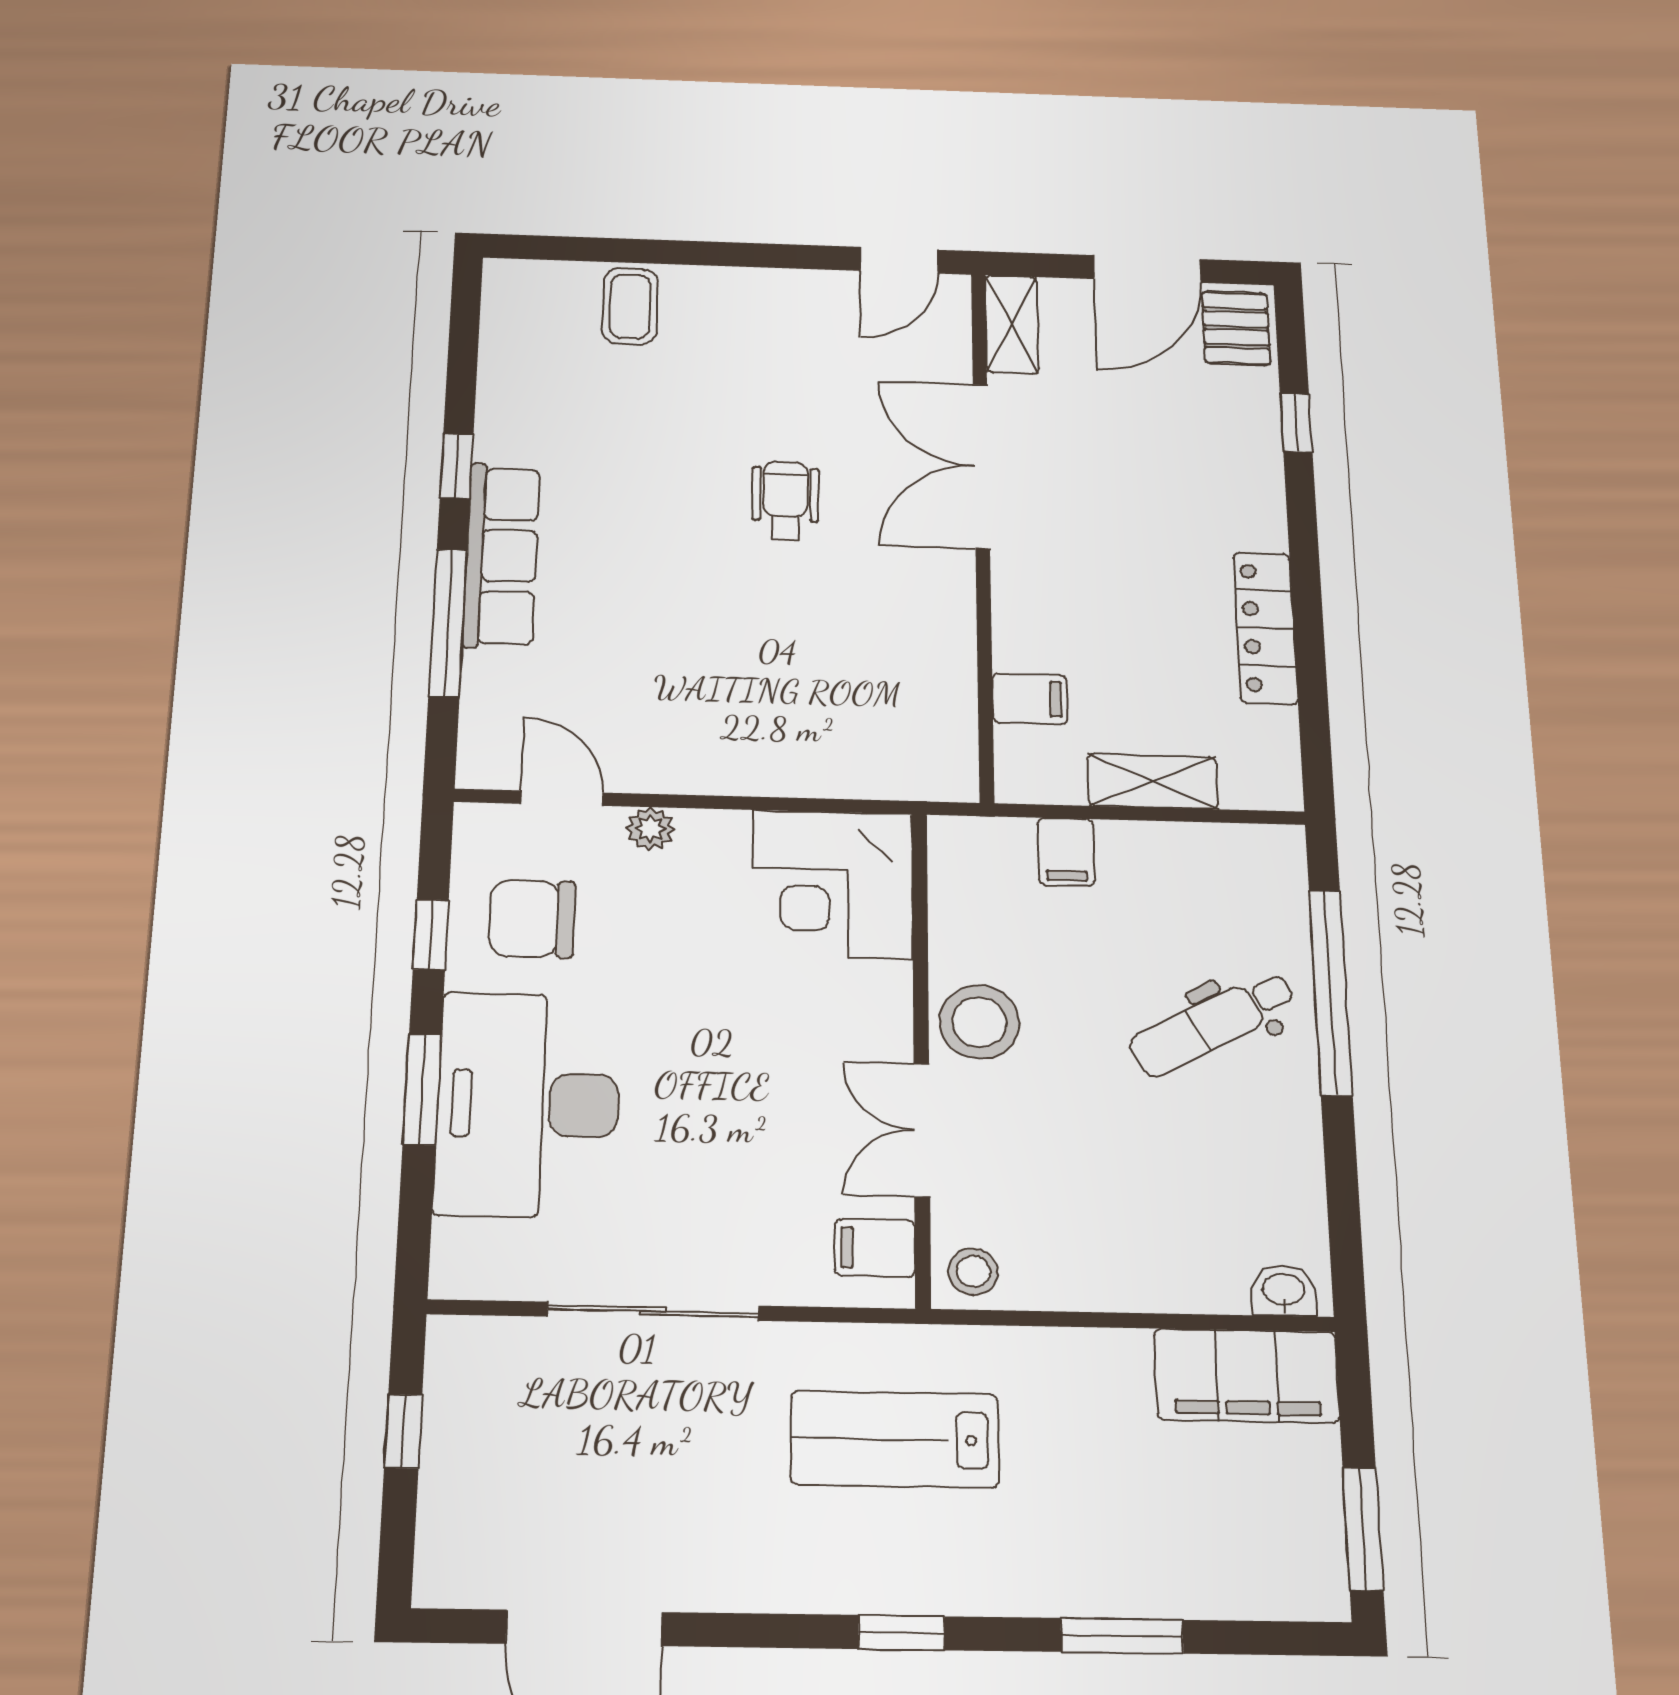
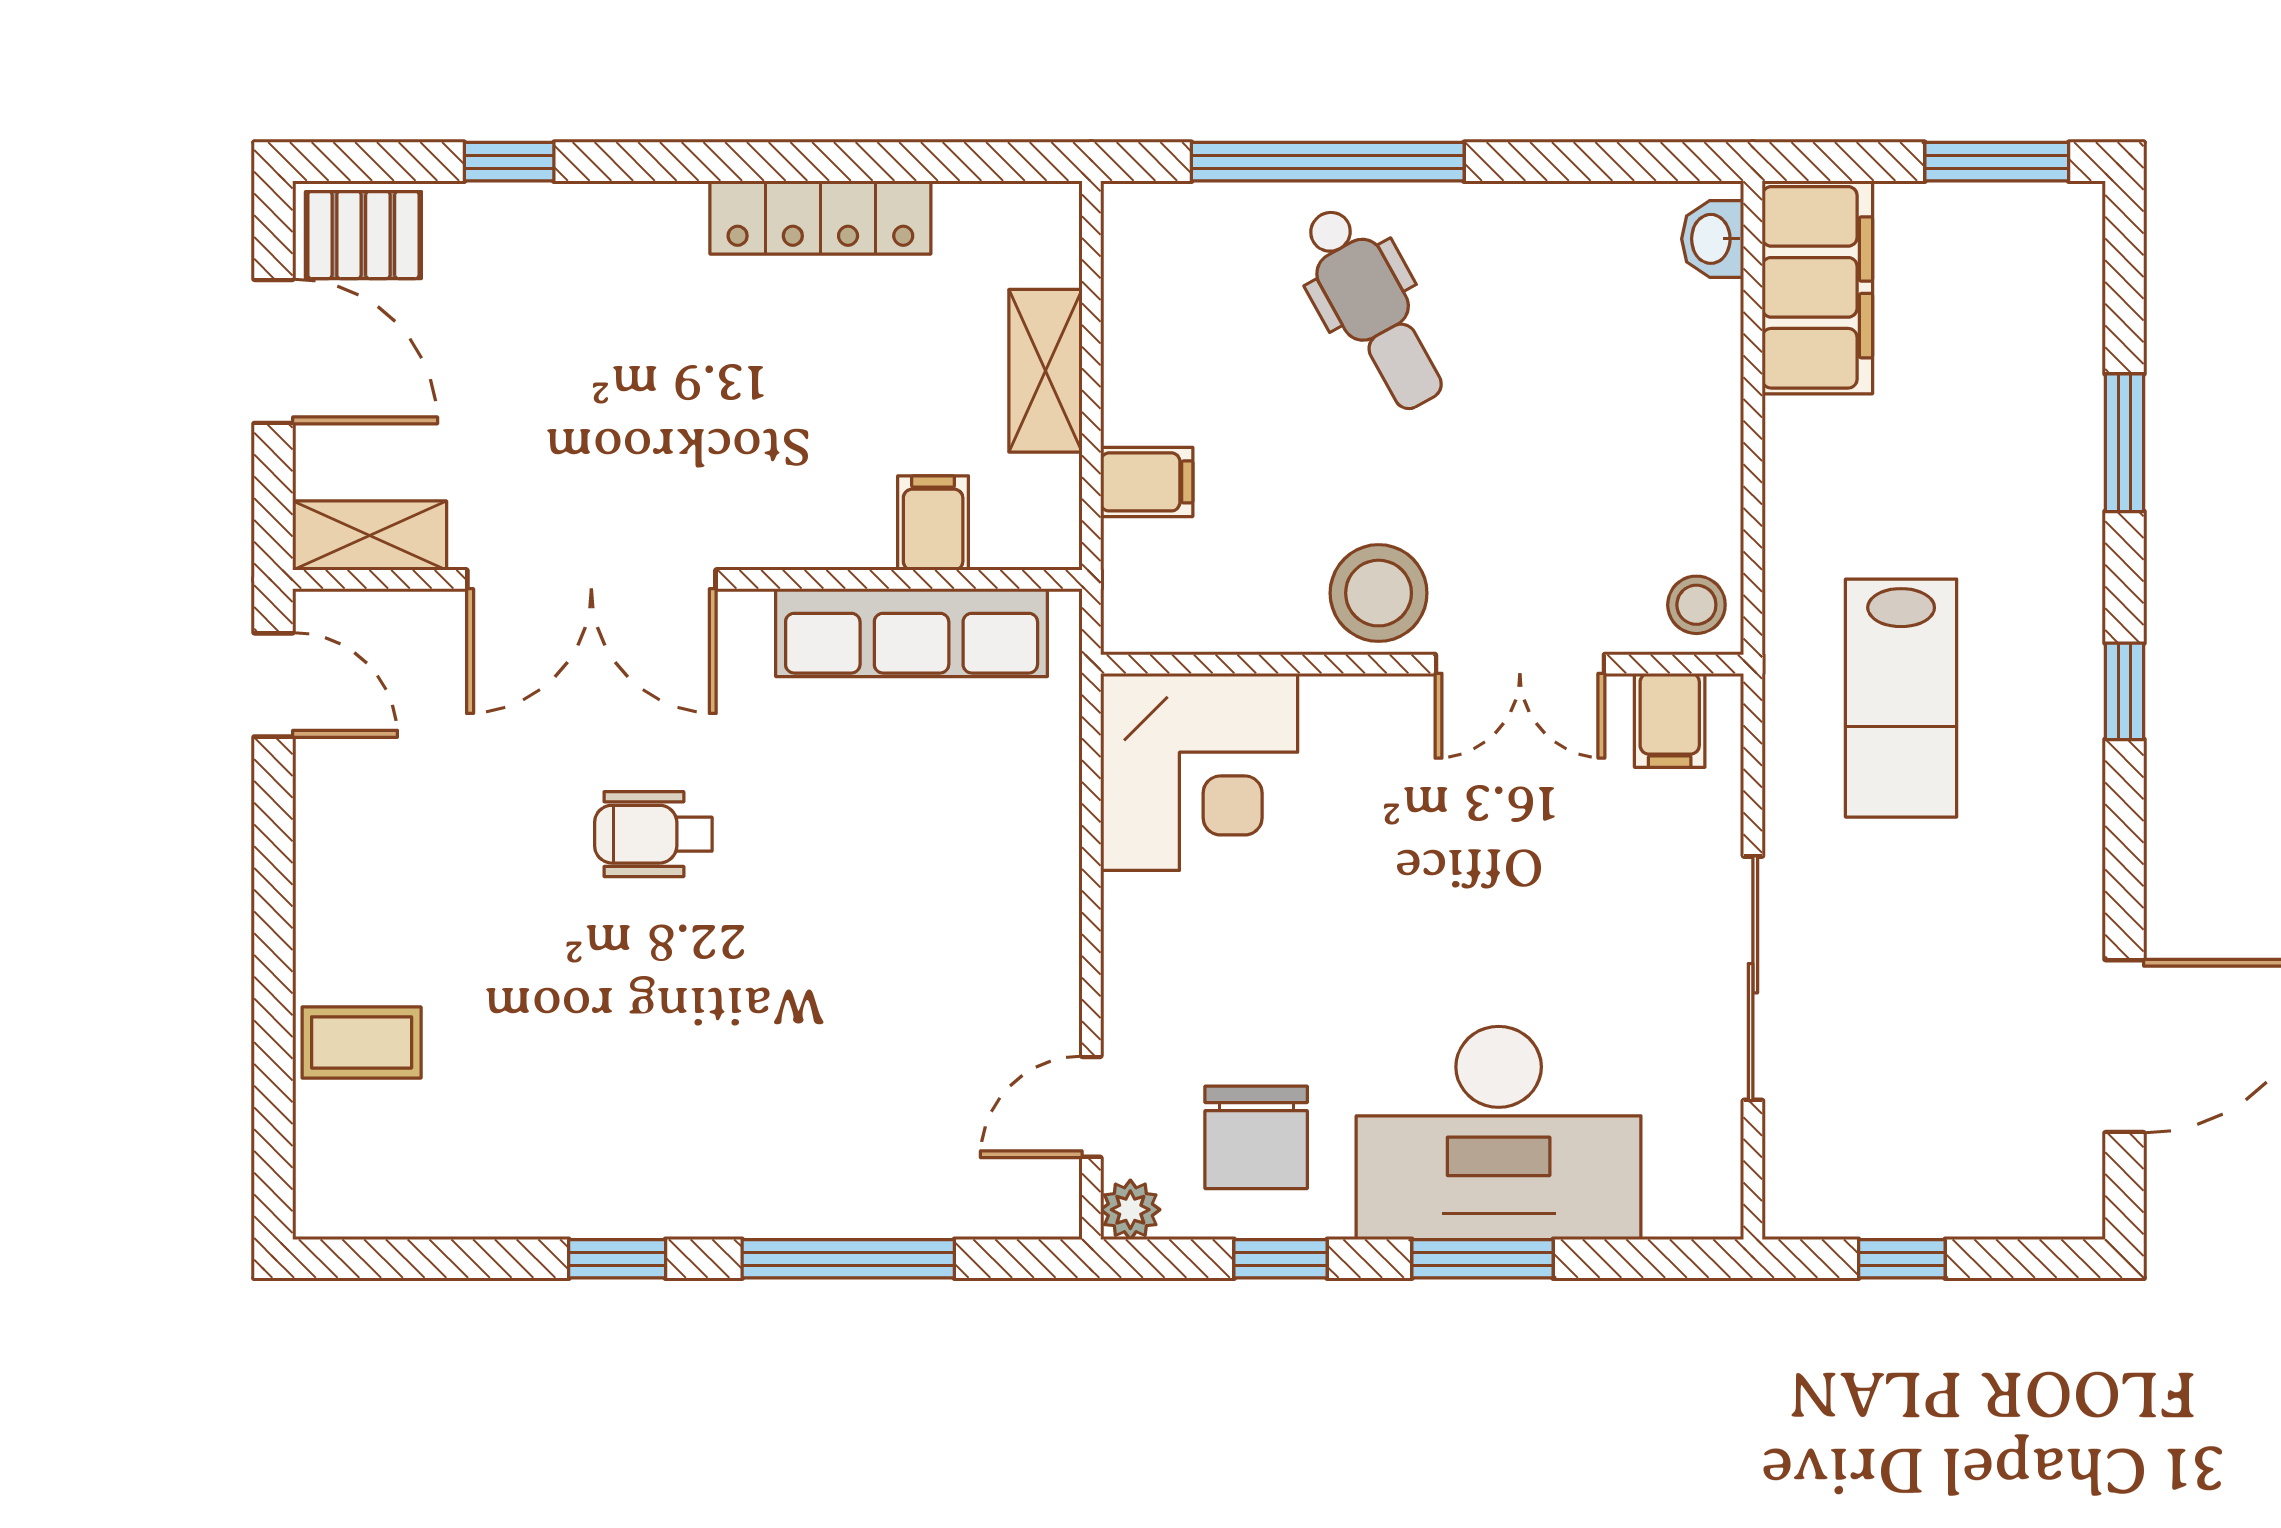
row of seats: (502, 555) -> (912, 633), moved, turned 180
plant: (650, 829) -> (1130, 1210), moved

